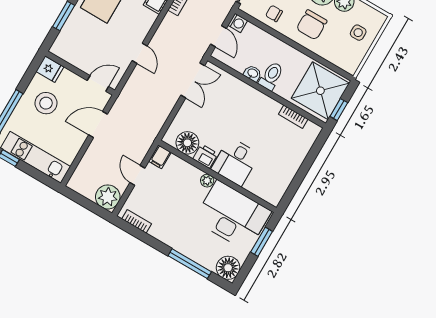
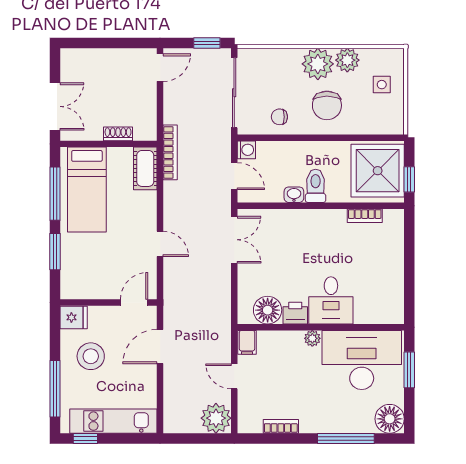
bookcase: (137, 221) -> (281, 426), moved

